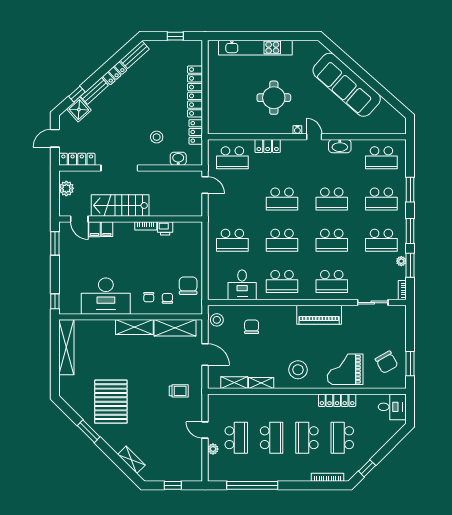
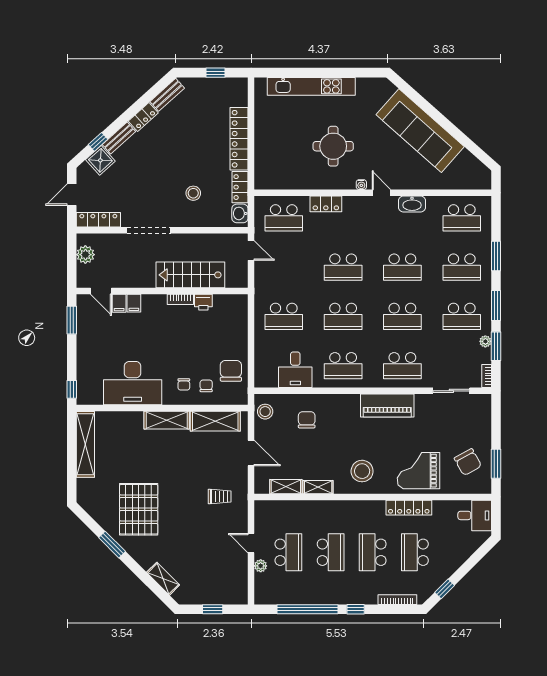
washbasin: (178, 159) -> (240, 213), moved, turned -90
stairs: (120, 205) -> (190, 275), moved
window: (293, 485) -> (356, 609), added

